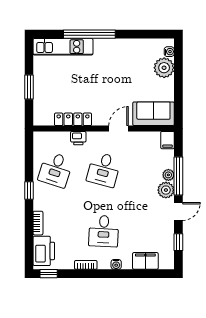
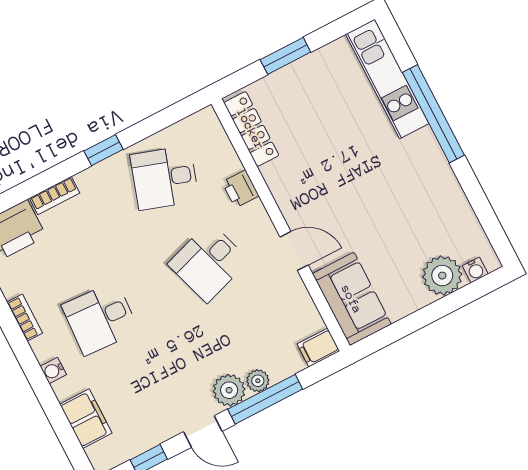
locker: (73, 119) -> (251, 129), moved
desk: (104, 170) -> (208, 262), turned -33

